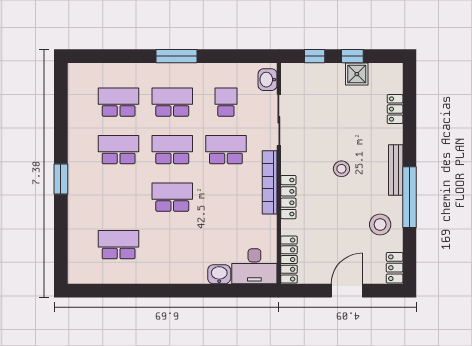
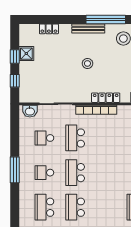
school desk: (172, 102) -> (44, 173), width x0.54
school desk: (172, 197) -> (106, 173), removed

